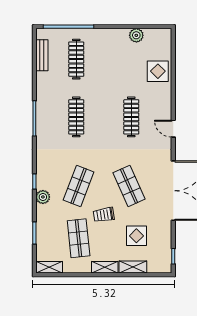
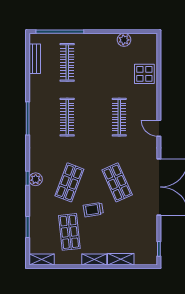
plant: (43, 197) -> (36, 179), moved
display table: (136, 236) -> (124, 230), removed

